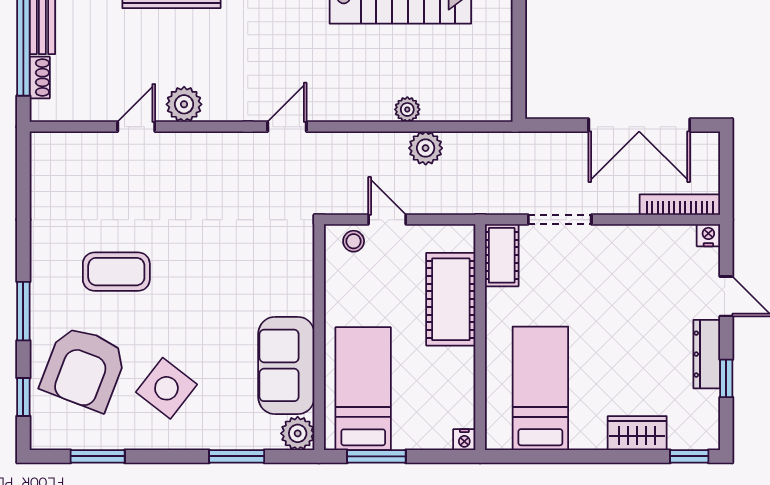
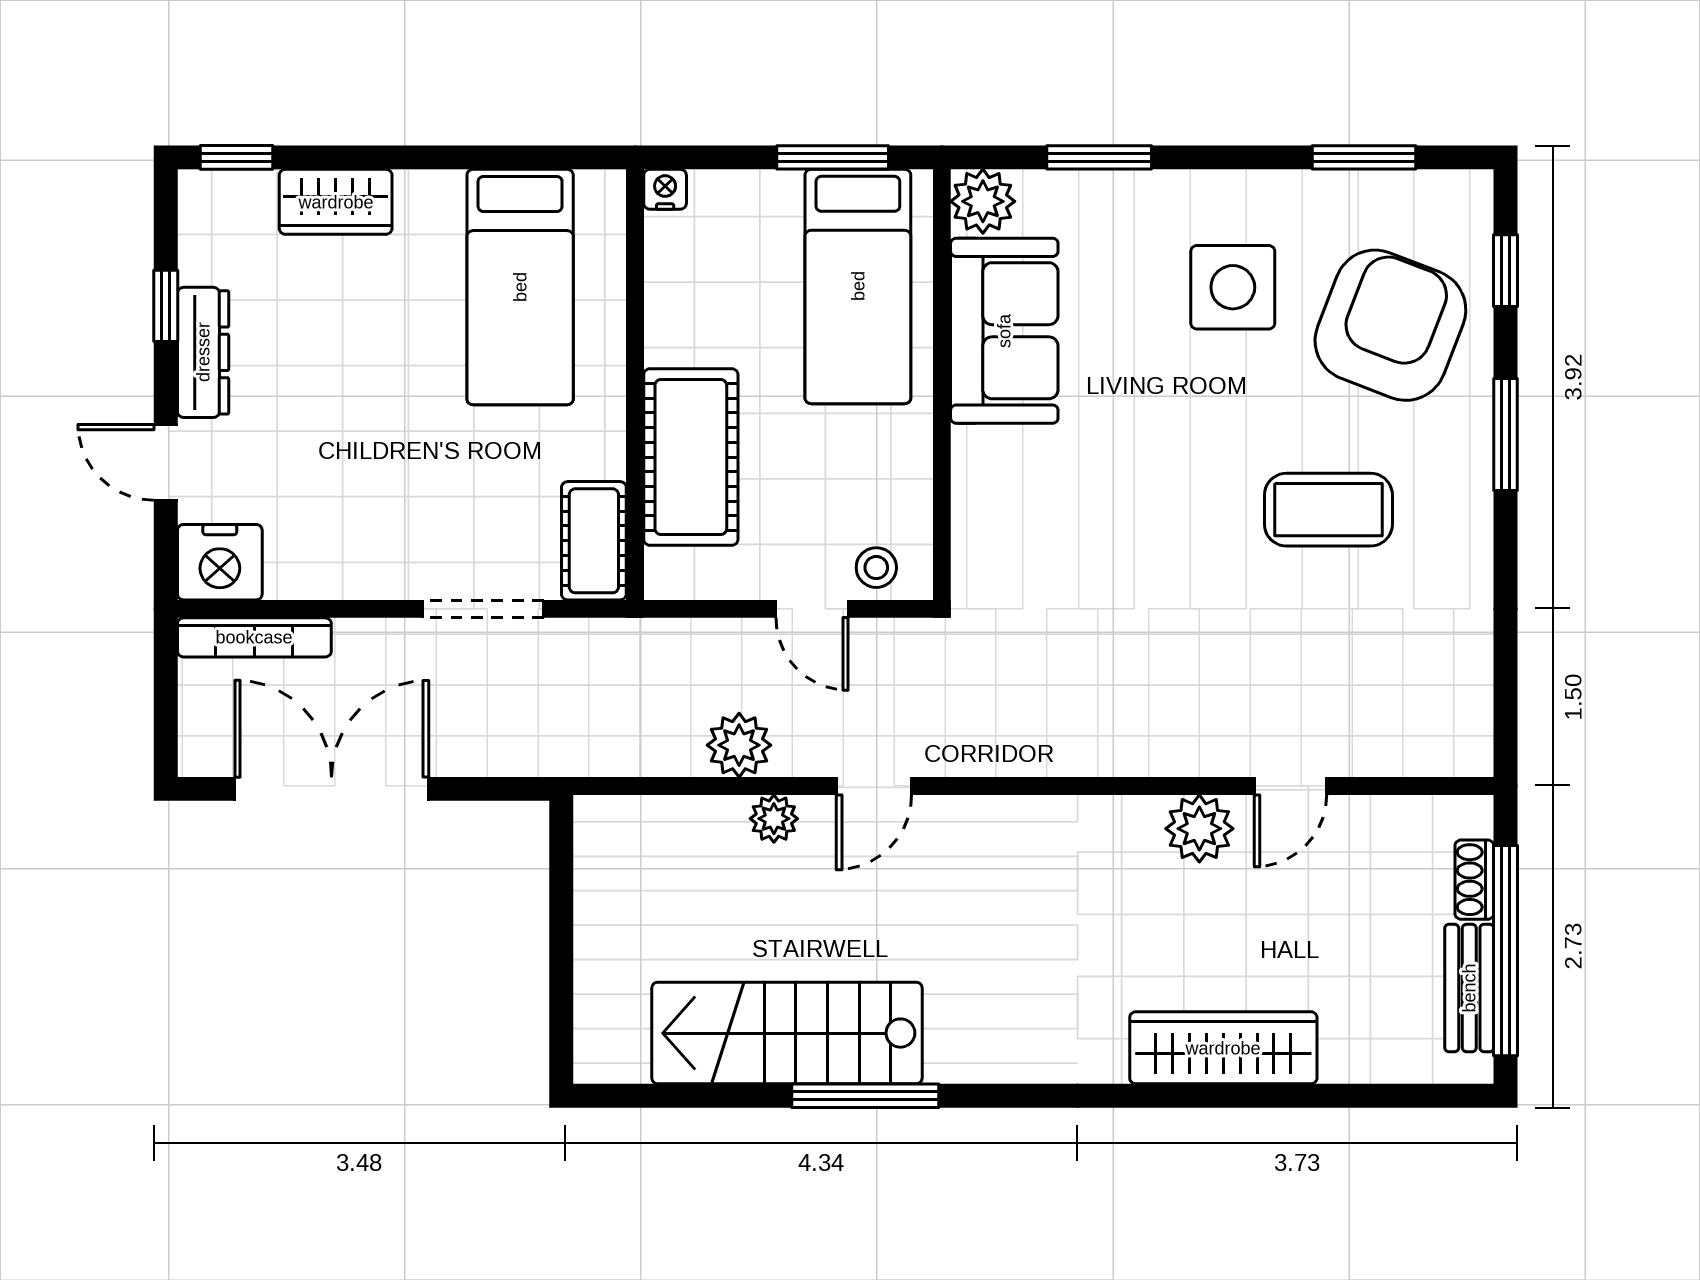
door: (287, 127) -> (874, 786), moved
nightstand: (708, 235) -> (220, 562), width x1.89, depth x1.79
side table: (166, 388) -> (1233, 287), turned -38

